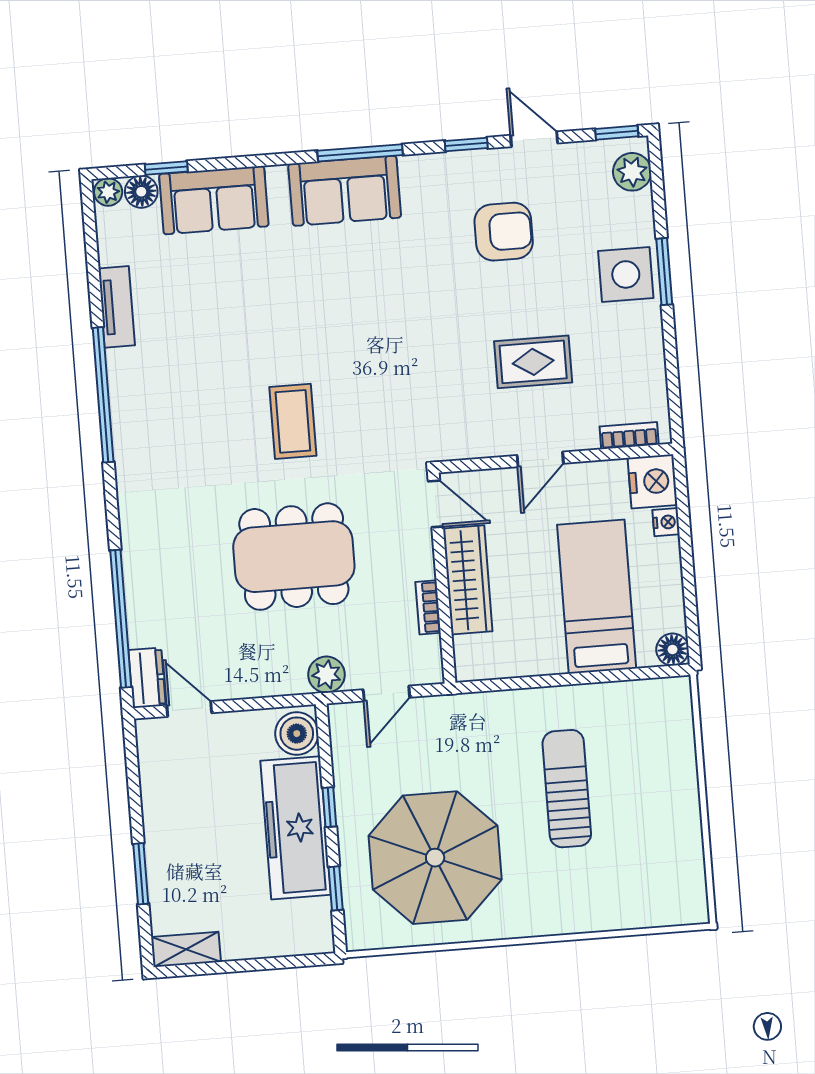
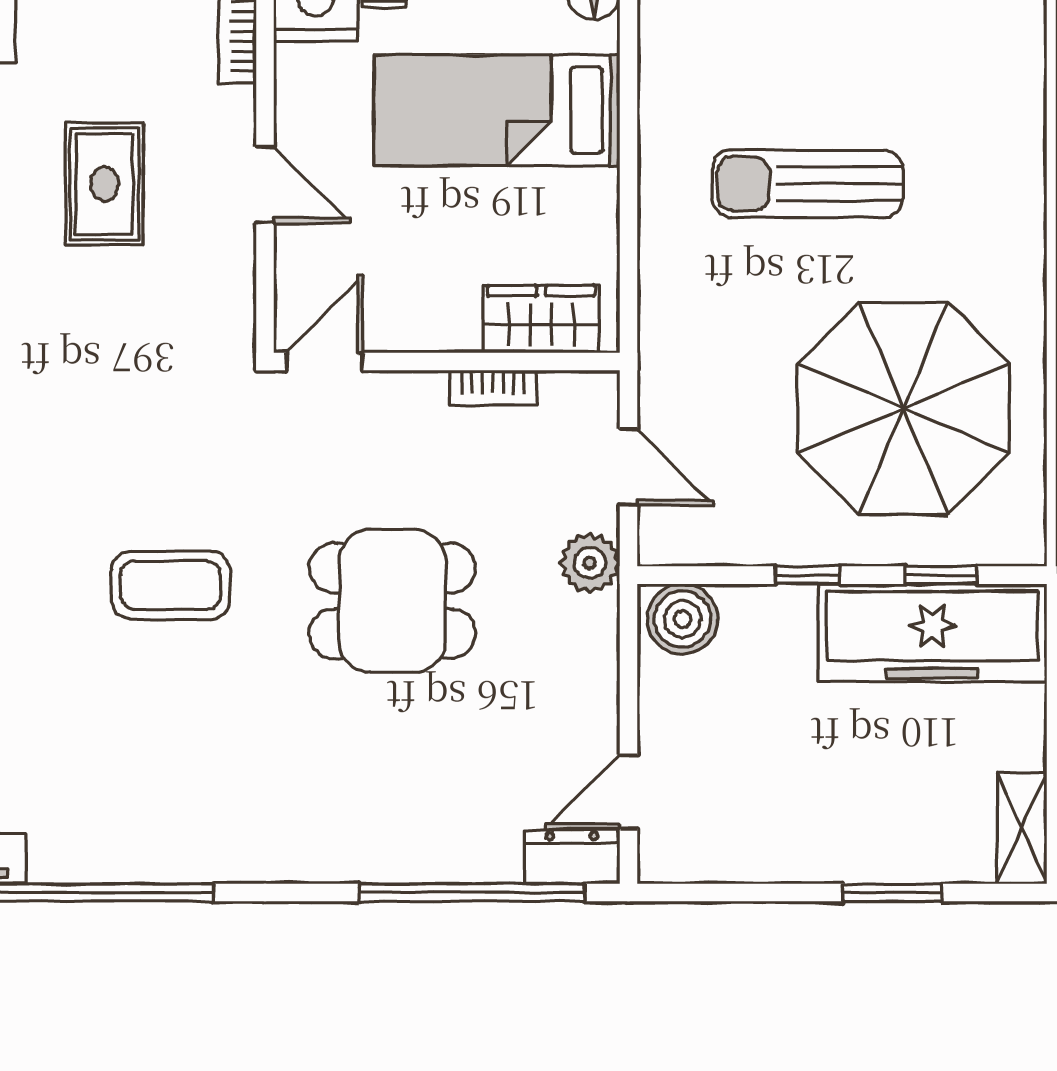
dining table: (294, 557) -> (392, 601), width x0.73
wardrobe: (468, 580) -> (541, 319), moved, width x0.67
freezer: (296, 828) -> (932, 633), moved

